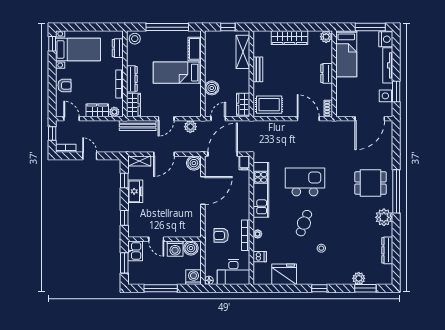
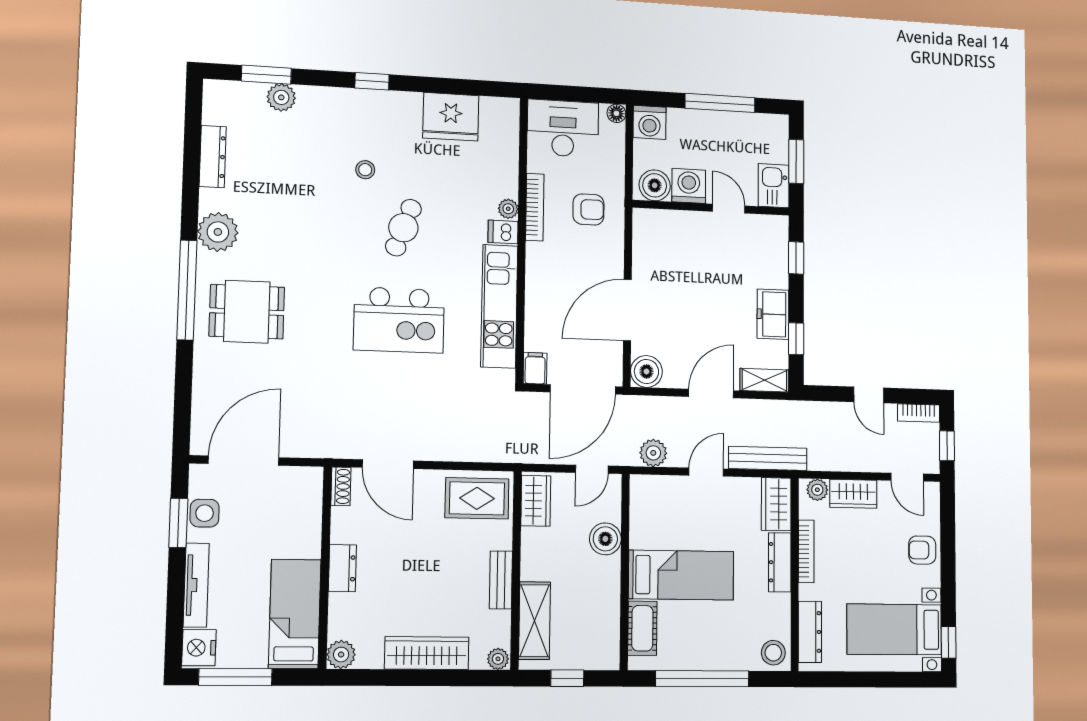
plant: (259, 35) -> (498, 659), added
dresser: (118, 48) -> (810, 632), width x1.44
dishwasher: (260, 257) -> (503, 232), moved

